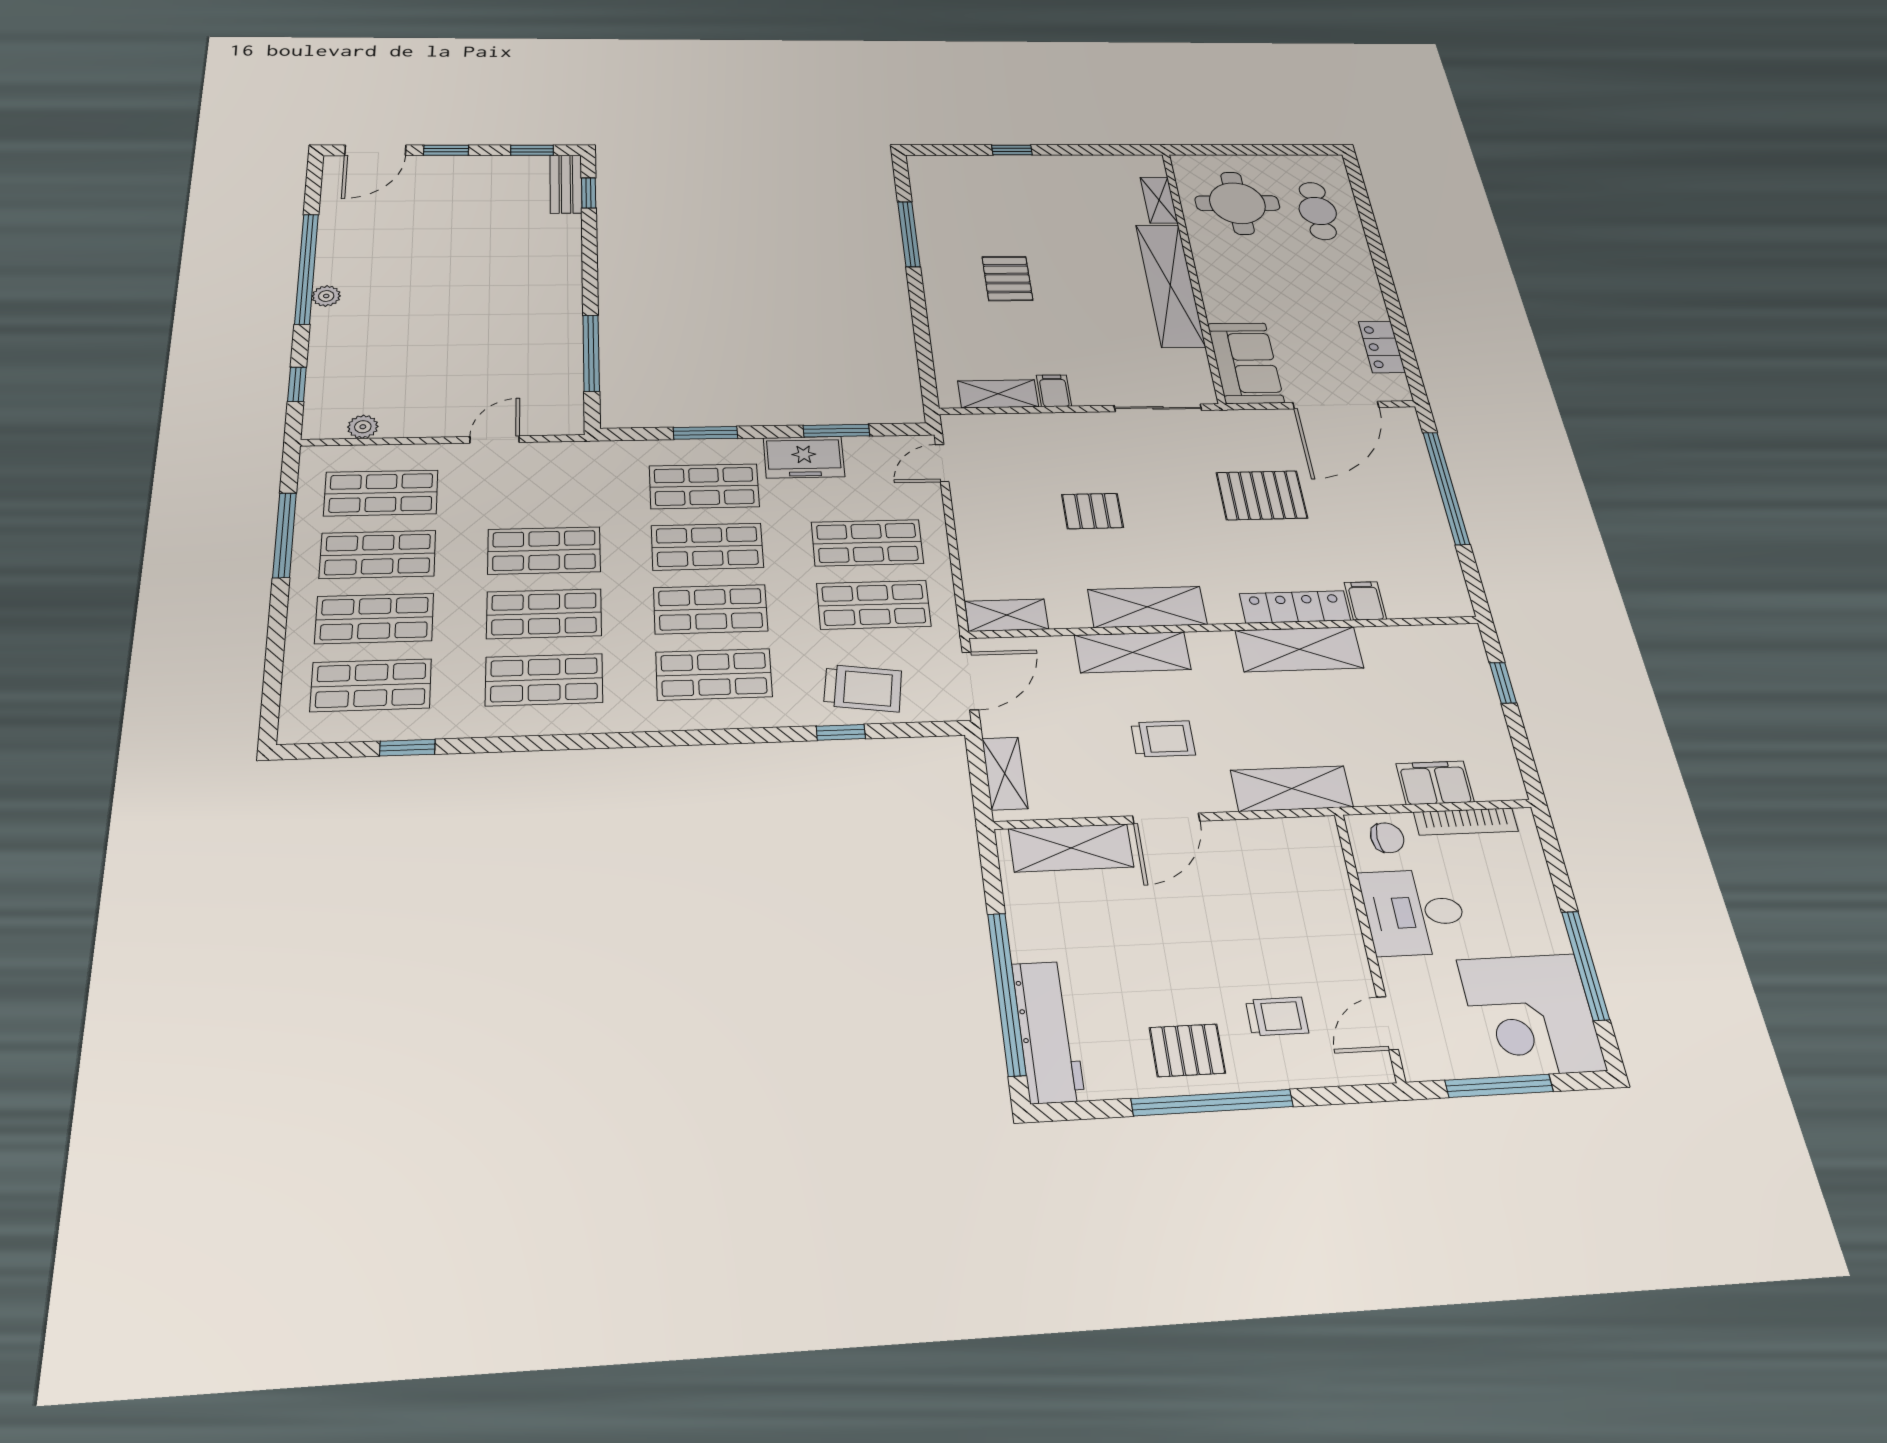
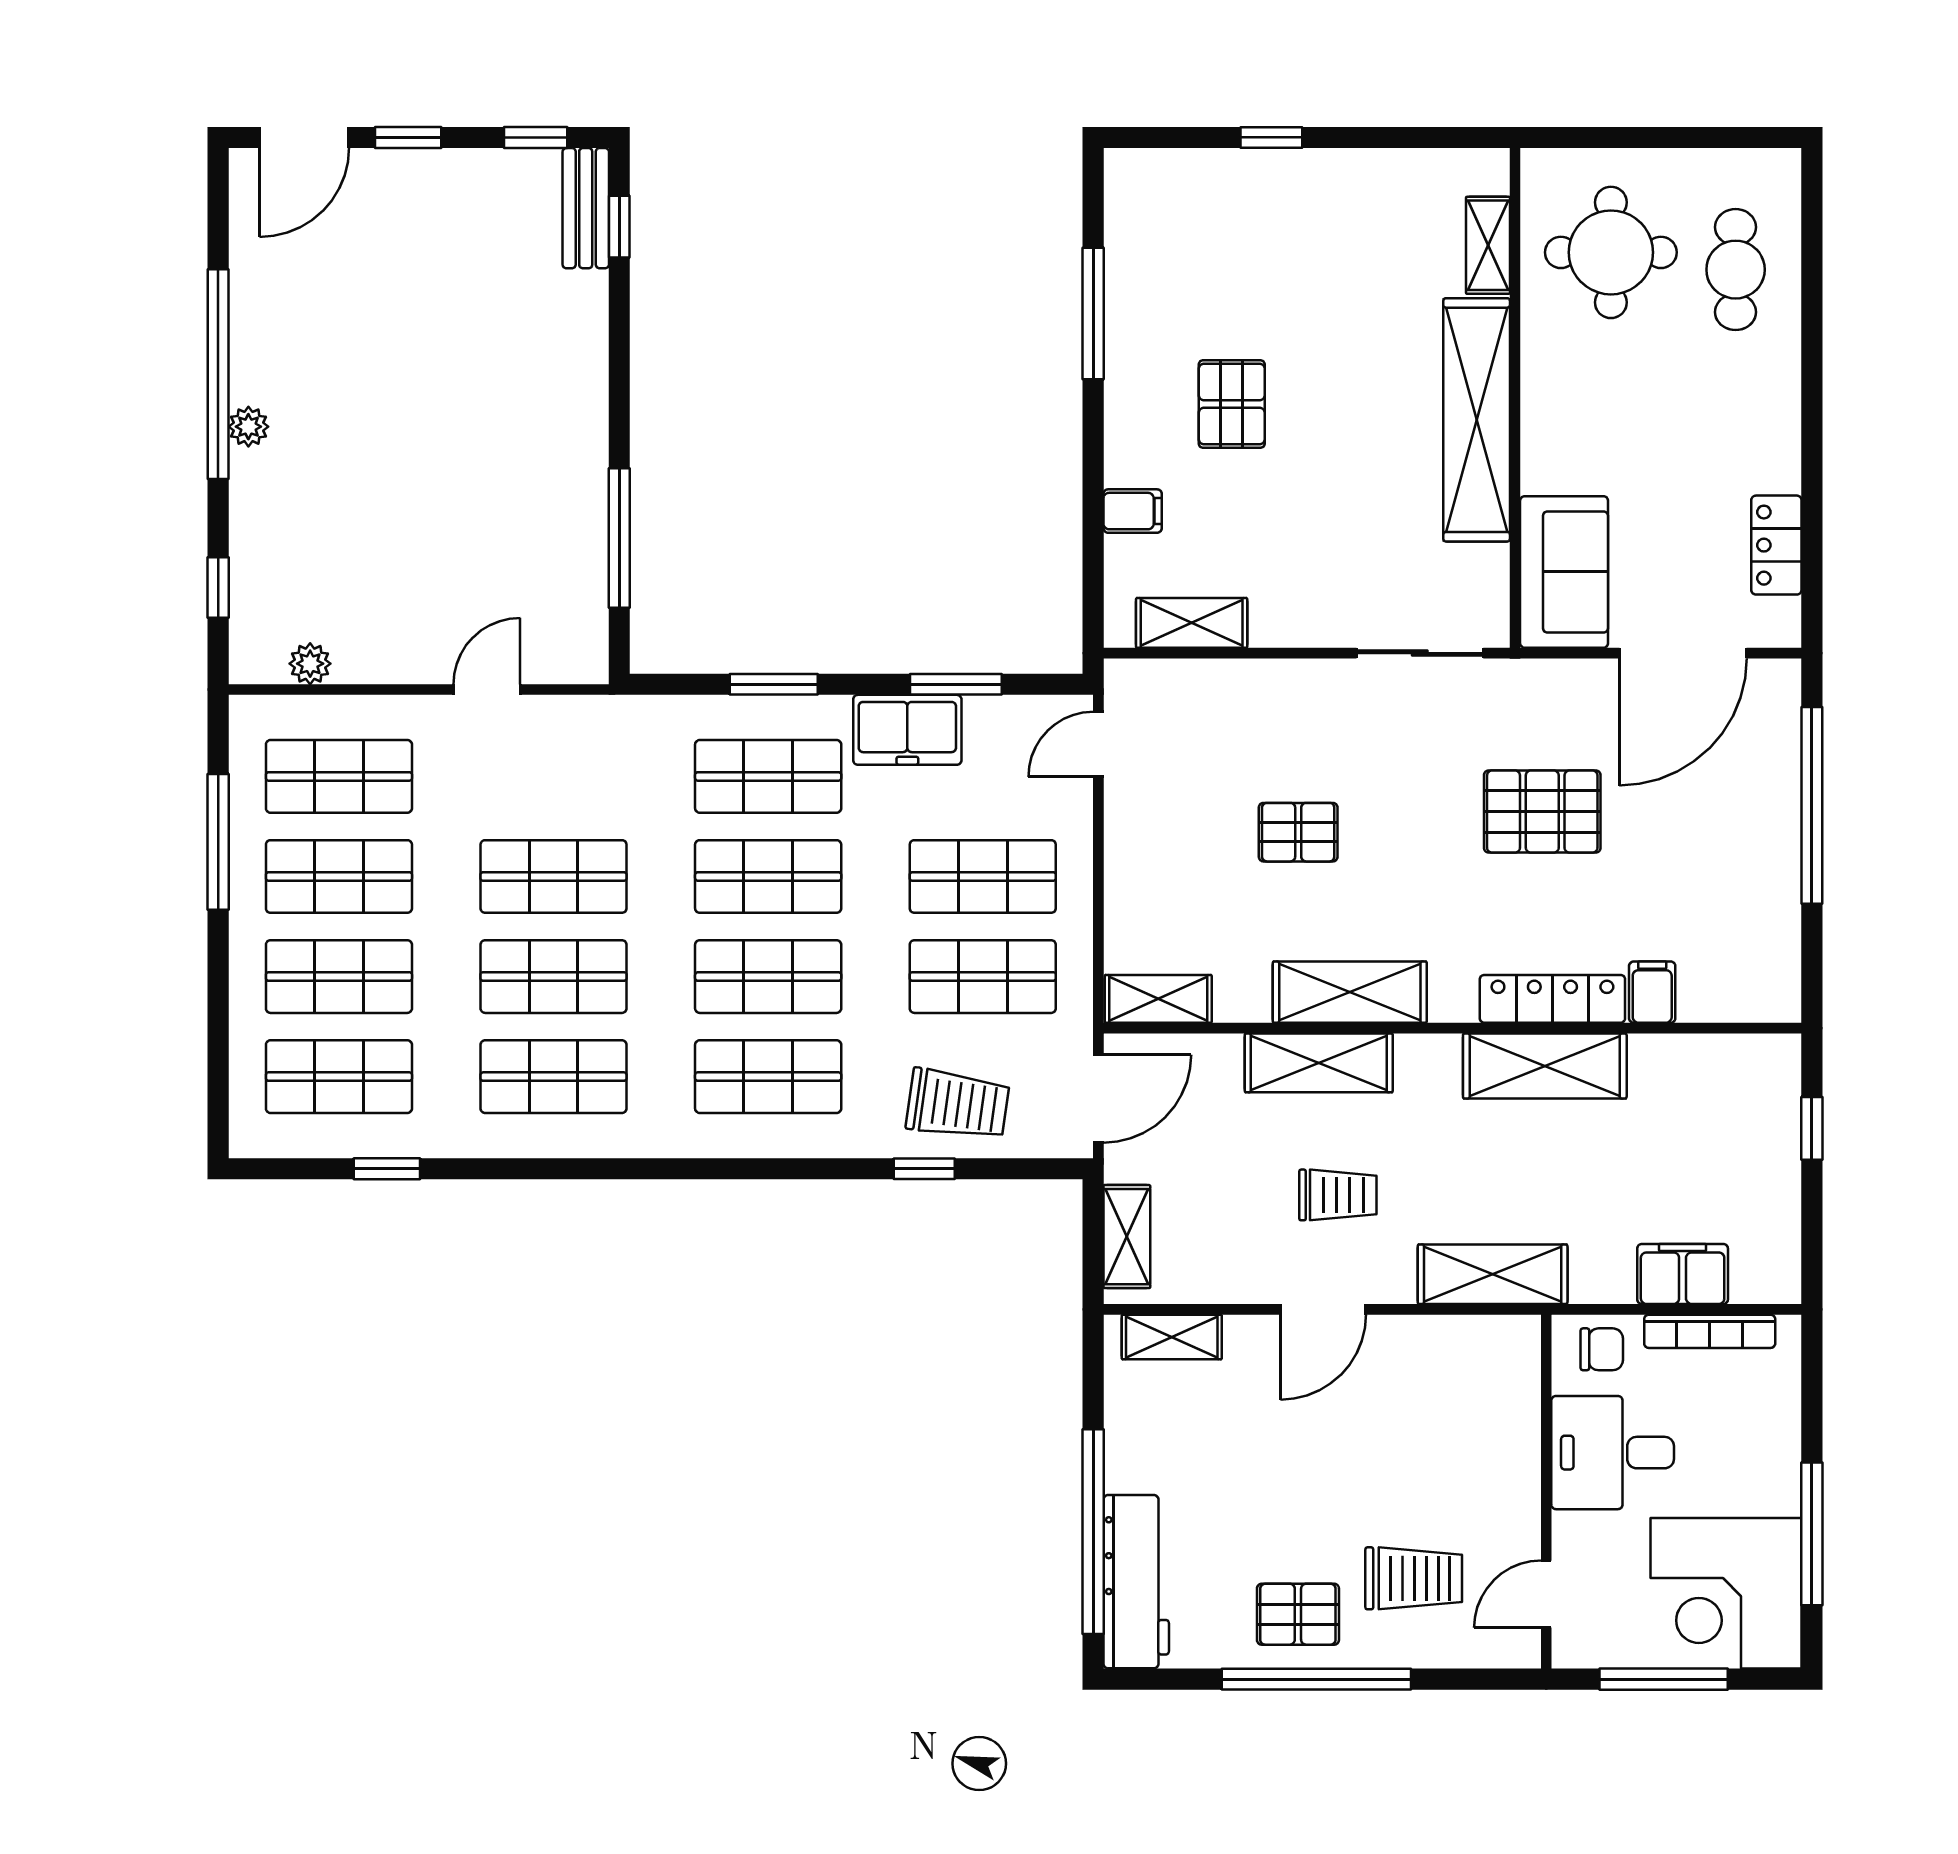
filing cabinet: (1054, 391) -> (1133, 511), moved, turned 90
shelving: (1071, 848) -> (1172, 1337), width x0.67, depth x0.75
trolley: (1277, 1016) -> (1414, 1578), width x1.36, depth x1.39

